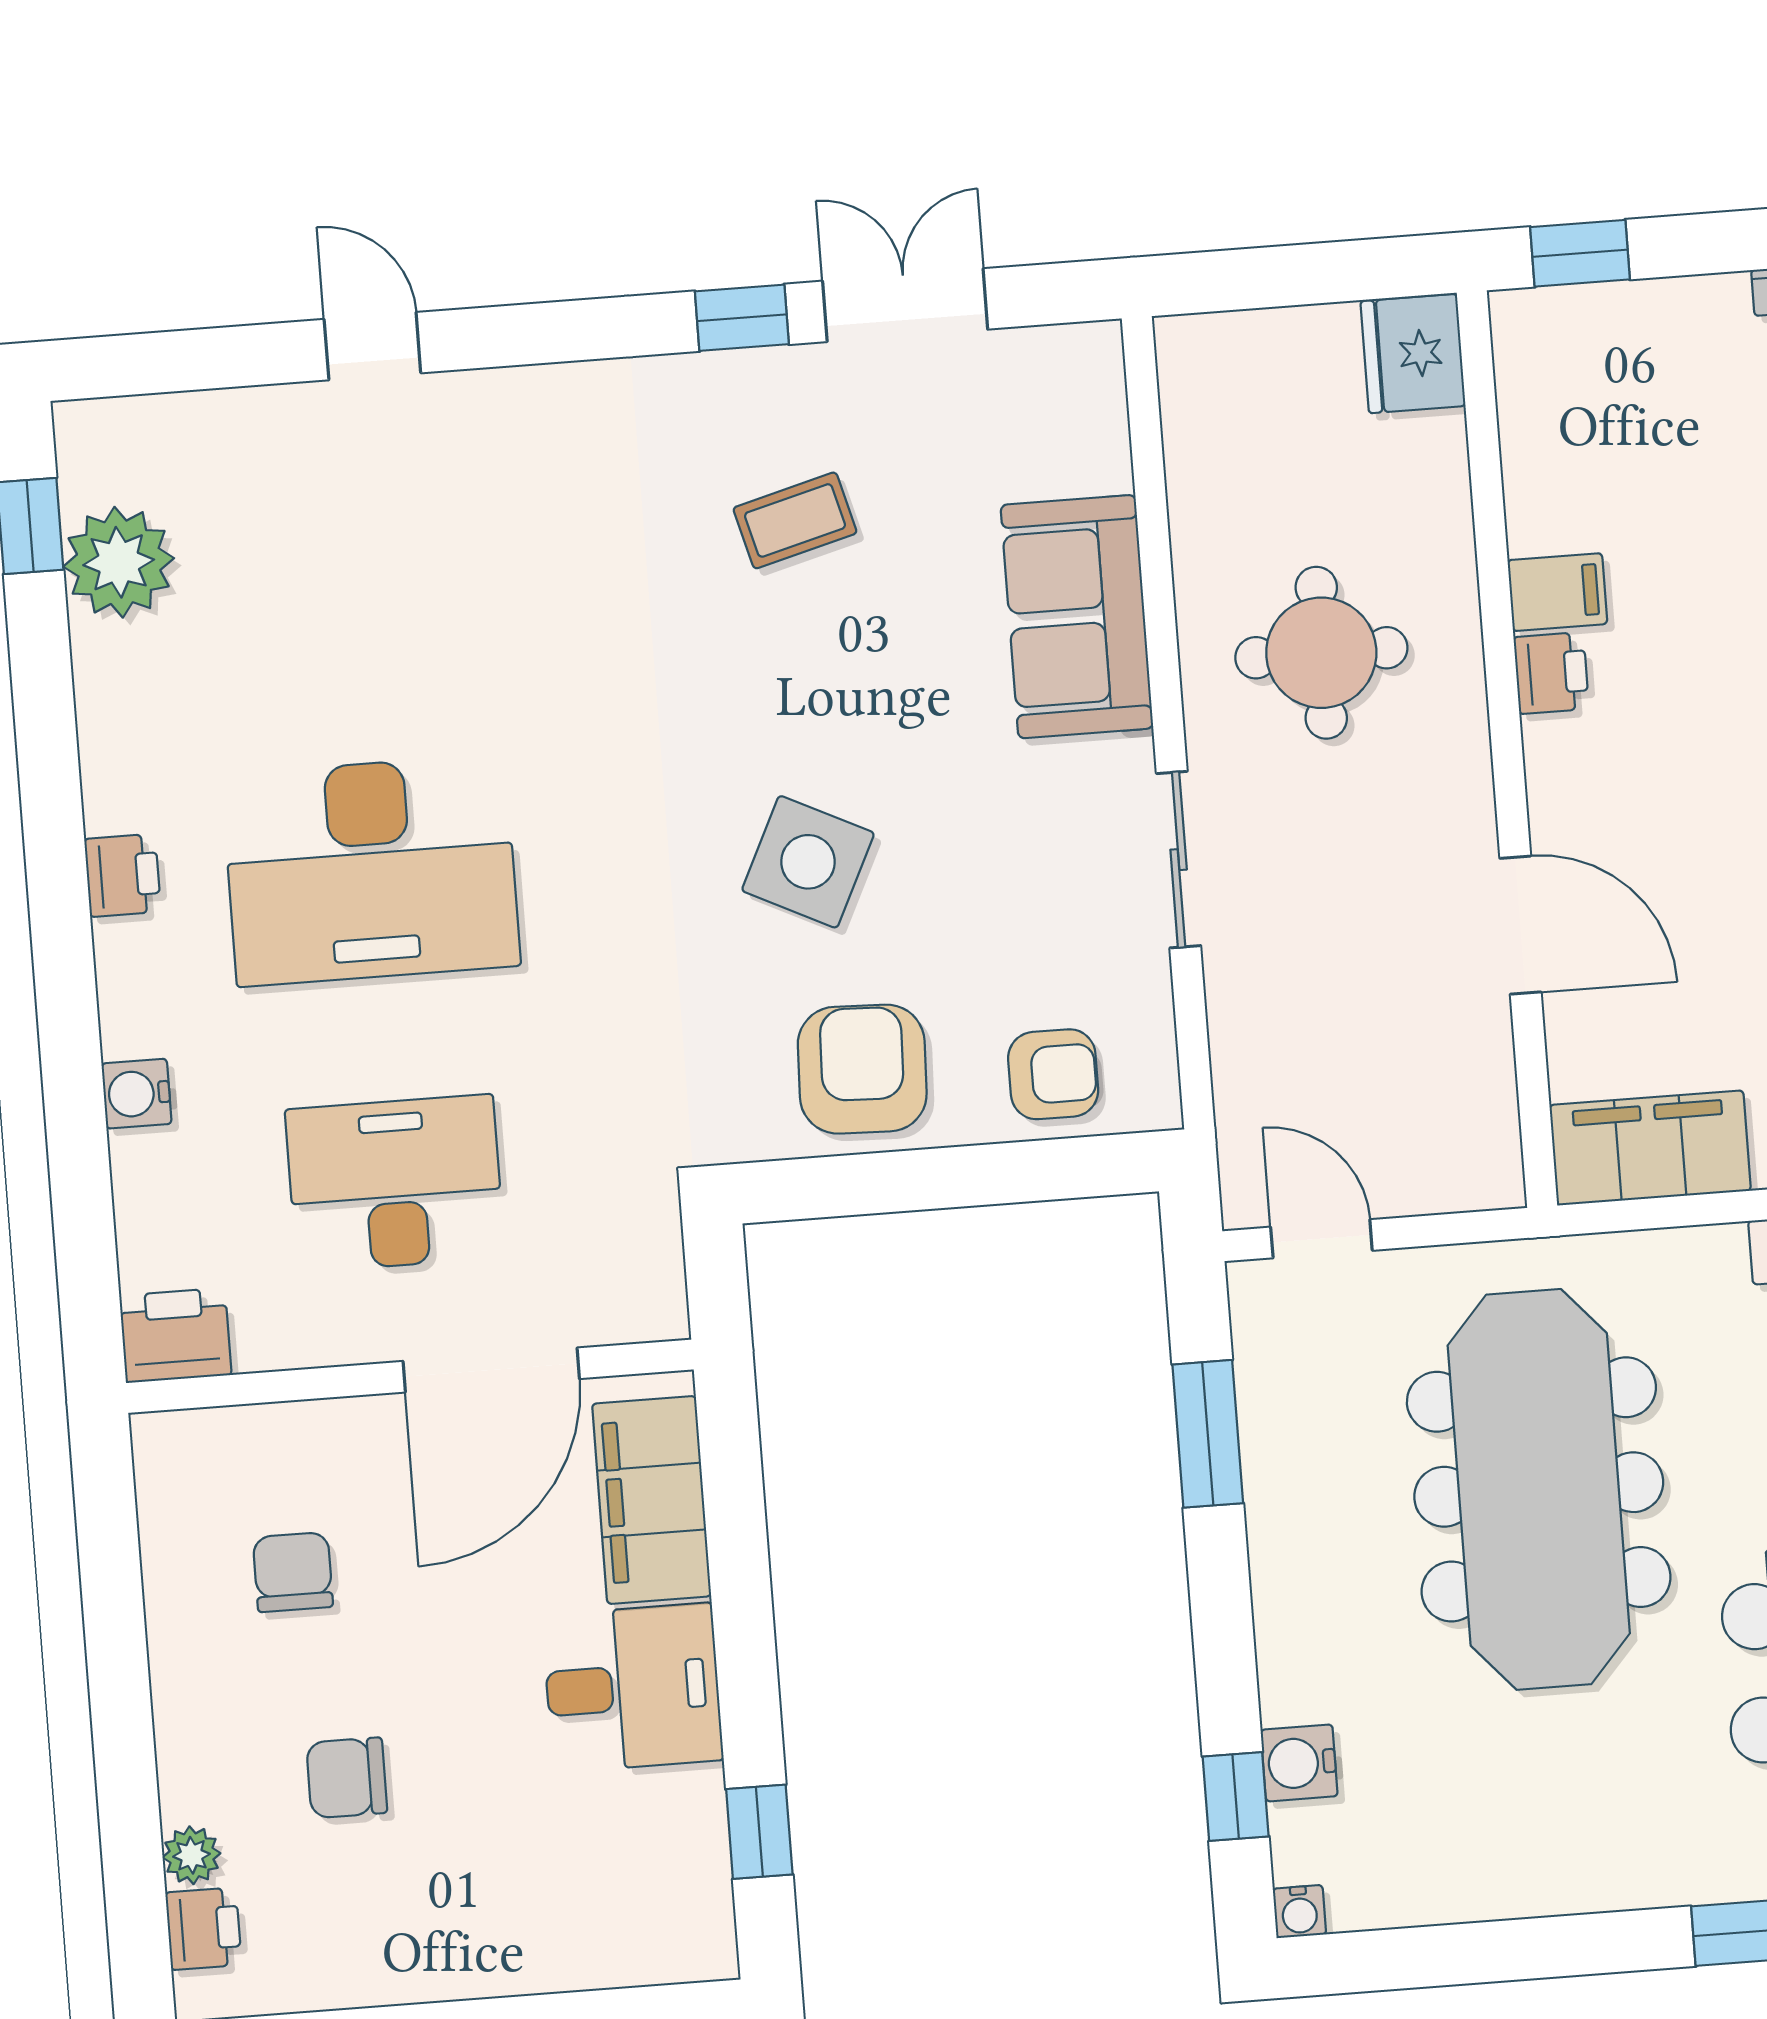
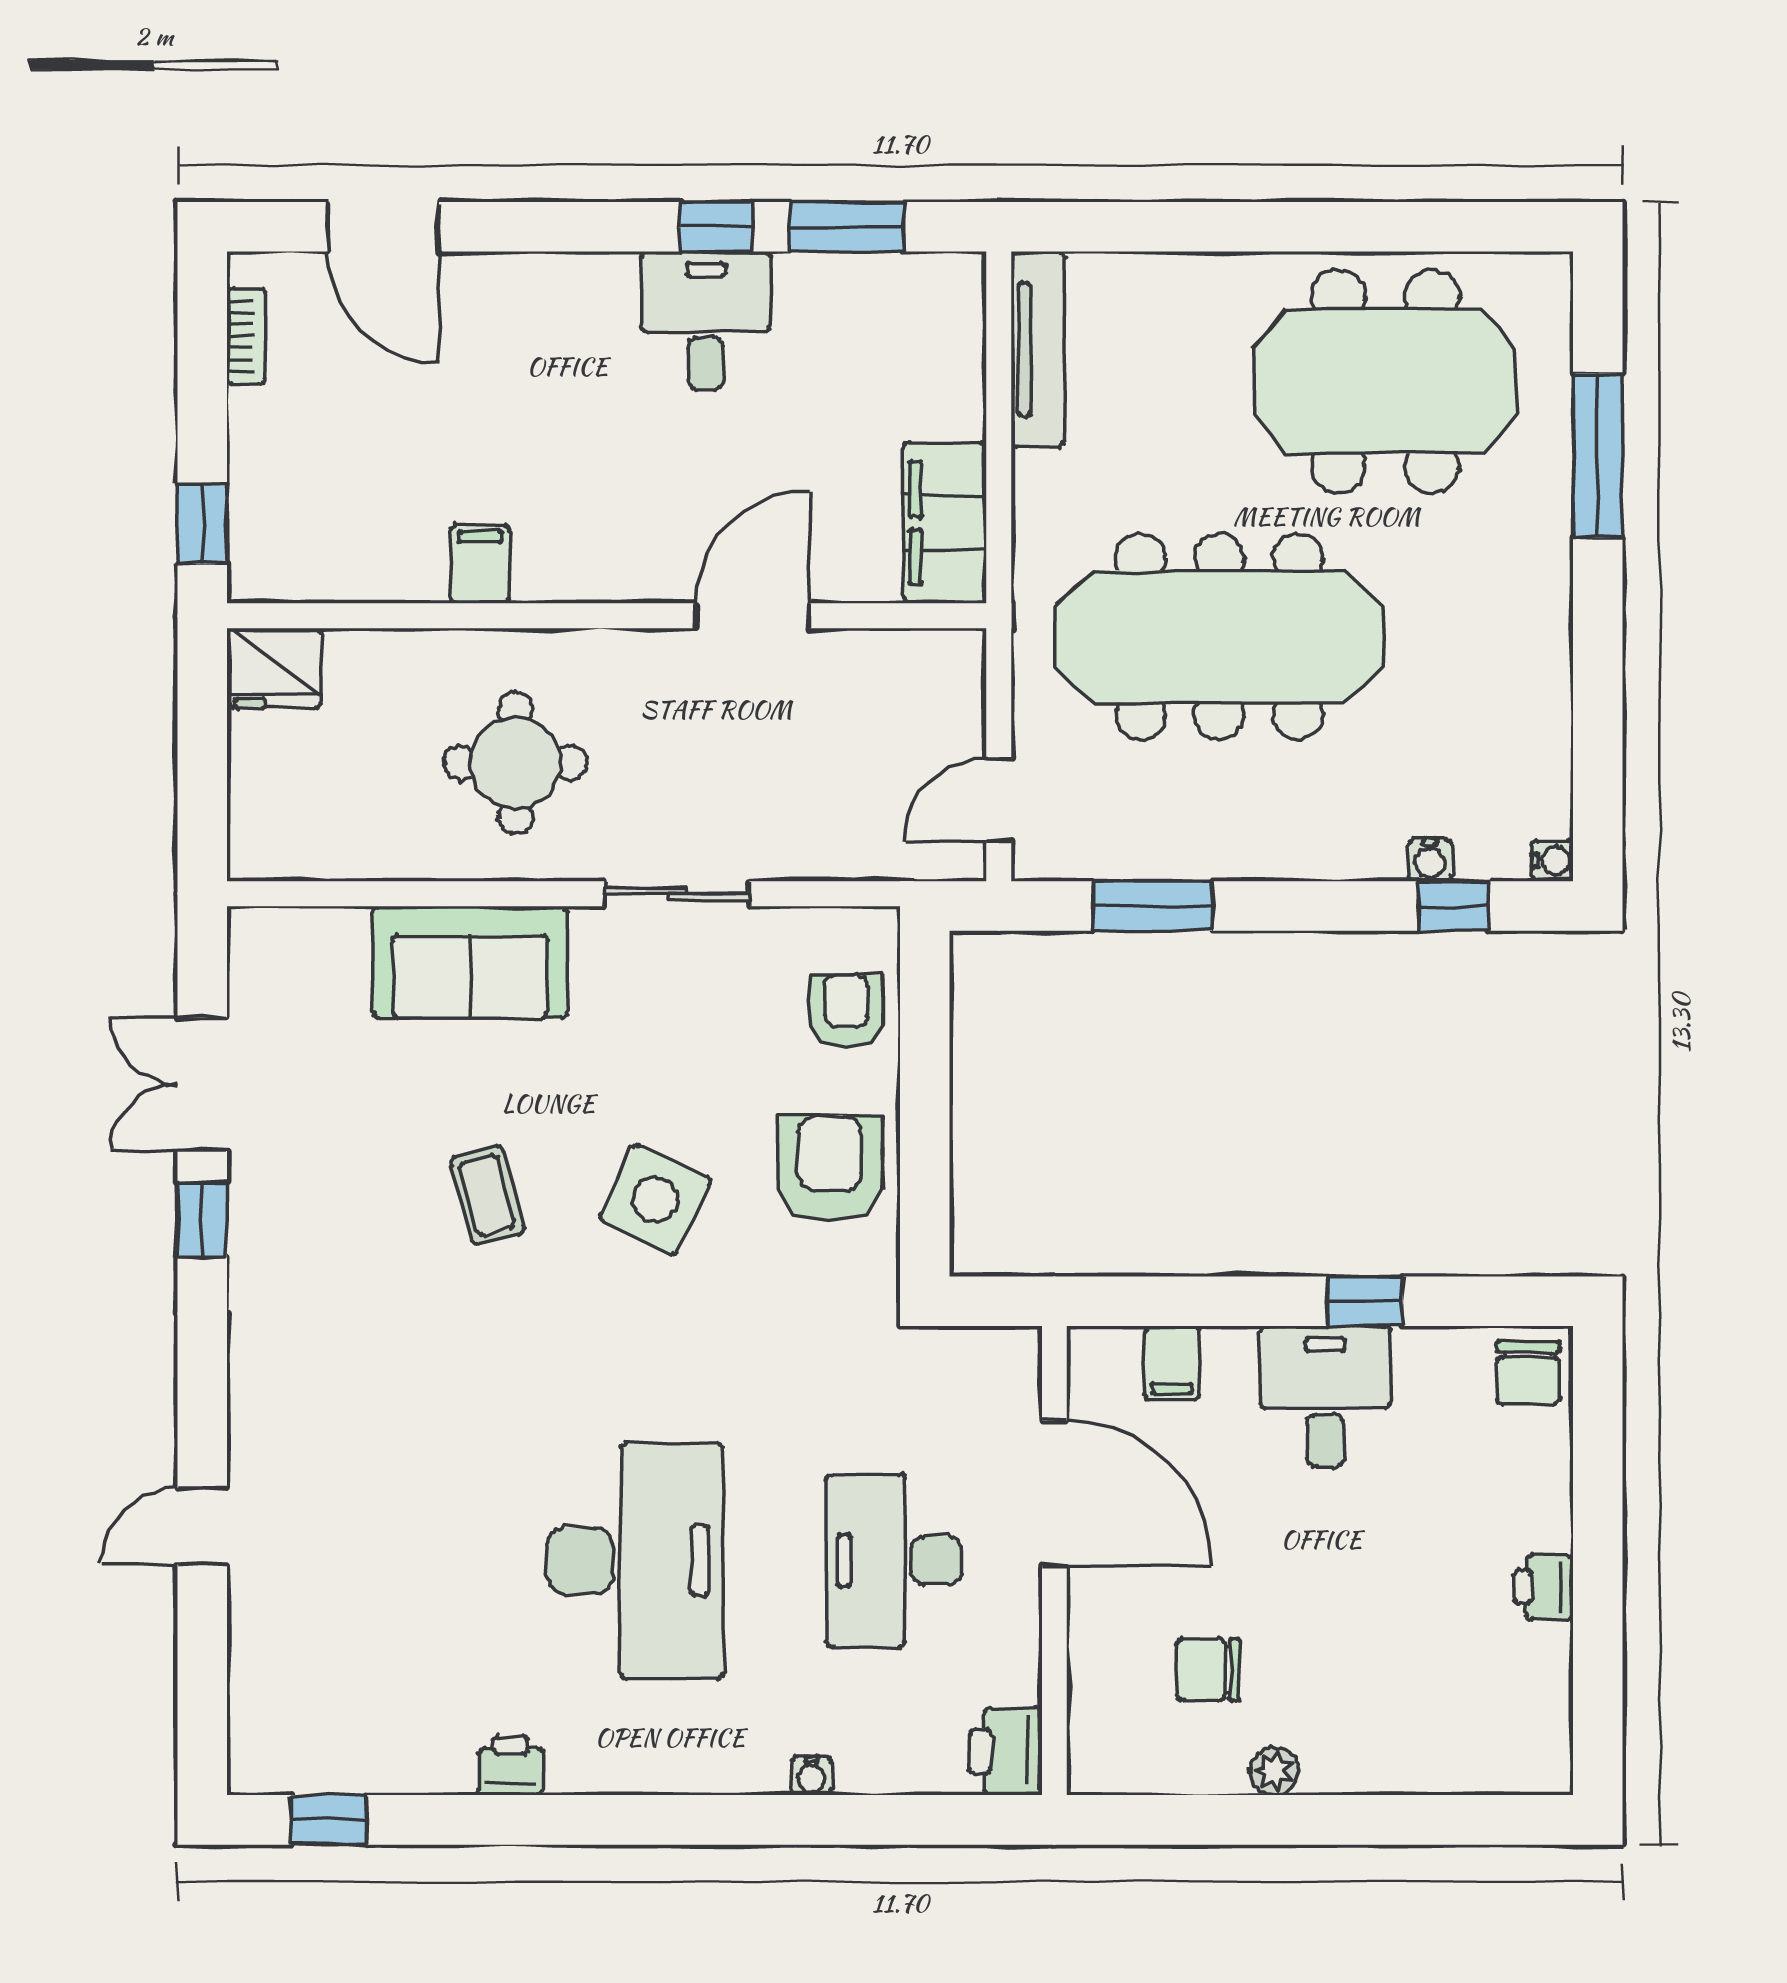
coffee table: (795, 520) -> (487, 1195), moved
plant: (119, 562) -> (364, 1749), removed
printer: (1551, 673) -> (547, 574), removed
printer: (123, 875) -> (510, 1766), moved
armchair: (862, 1069) -> (830, 1168), turned 88
water cooler: (137, 1094) -> (811, 1776), width x0.72, depth x0.72
filing cabinet: (652, 1500) -> (1172, 1363), width x0.33, depth x0.86
water cooler: (1299, 1763) -> (1430, 860), width x0.72, depth x0.72
chair: (347, 1778) -> (1528, 1373), moved
window: (759, 1832) -> (1365, 1301), moved
plant: (192, 1855) -> (1274, 1771), moved
printer: (203, 1929) -> (1544, 1587), moved, turned -90

